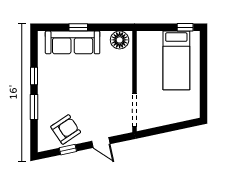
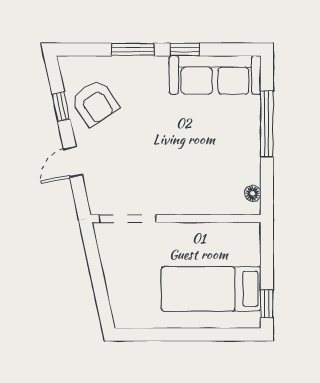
window: (78, 27) -> (267, 124), width x2.17
floor lamp: (120, 40) -> (253, 193), width x0.53, depth x0.53
sofa: (73, 42) -> (215, 75), moved, turned -90

